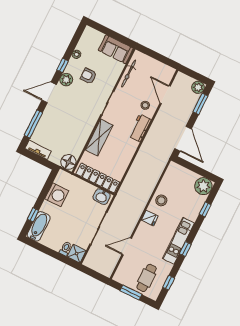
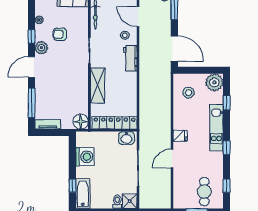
stool: (161, 200) -> (188, 93), moved
kitchen unit: (178, 241) -> (216, 128), moved
door: (127, 246) -> (172, 159), moved

